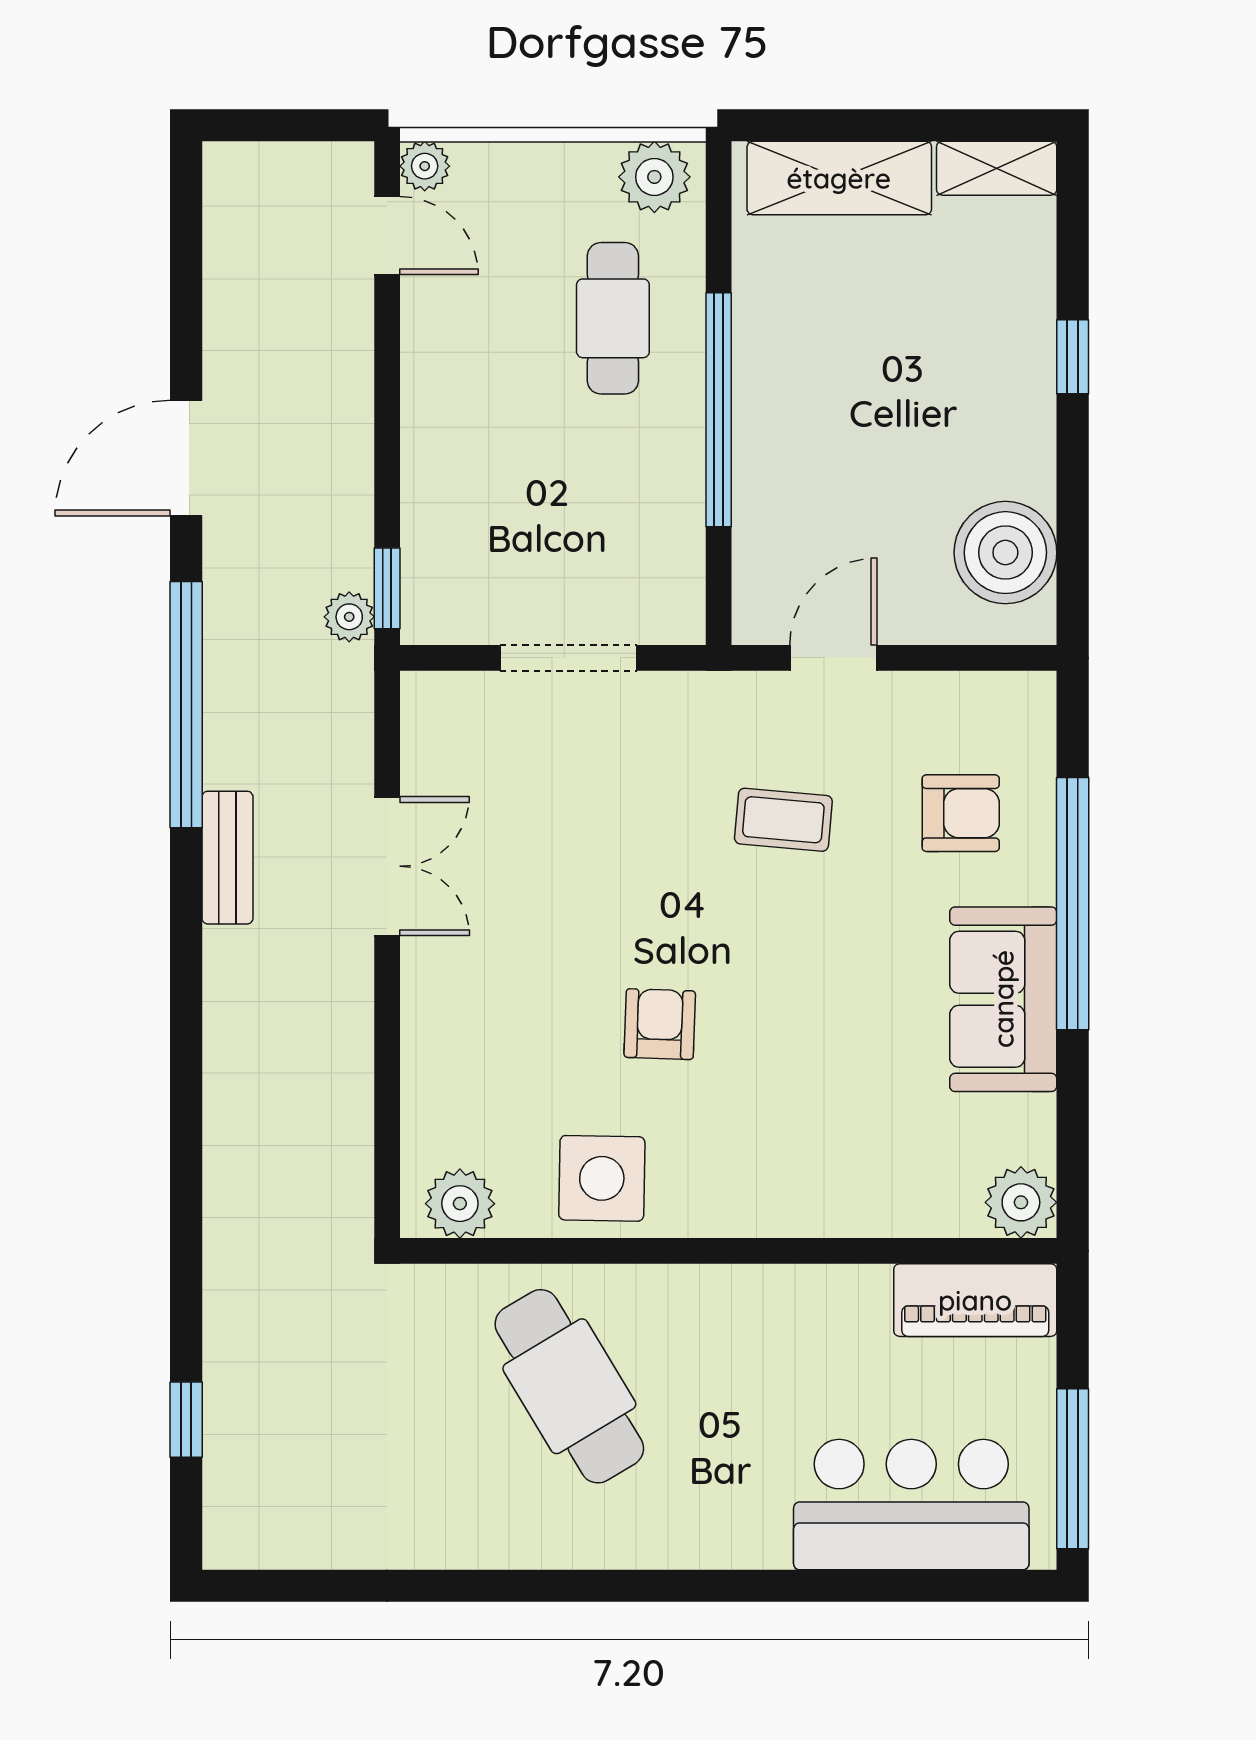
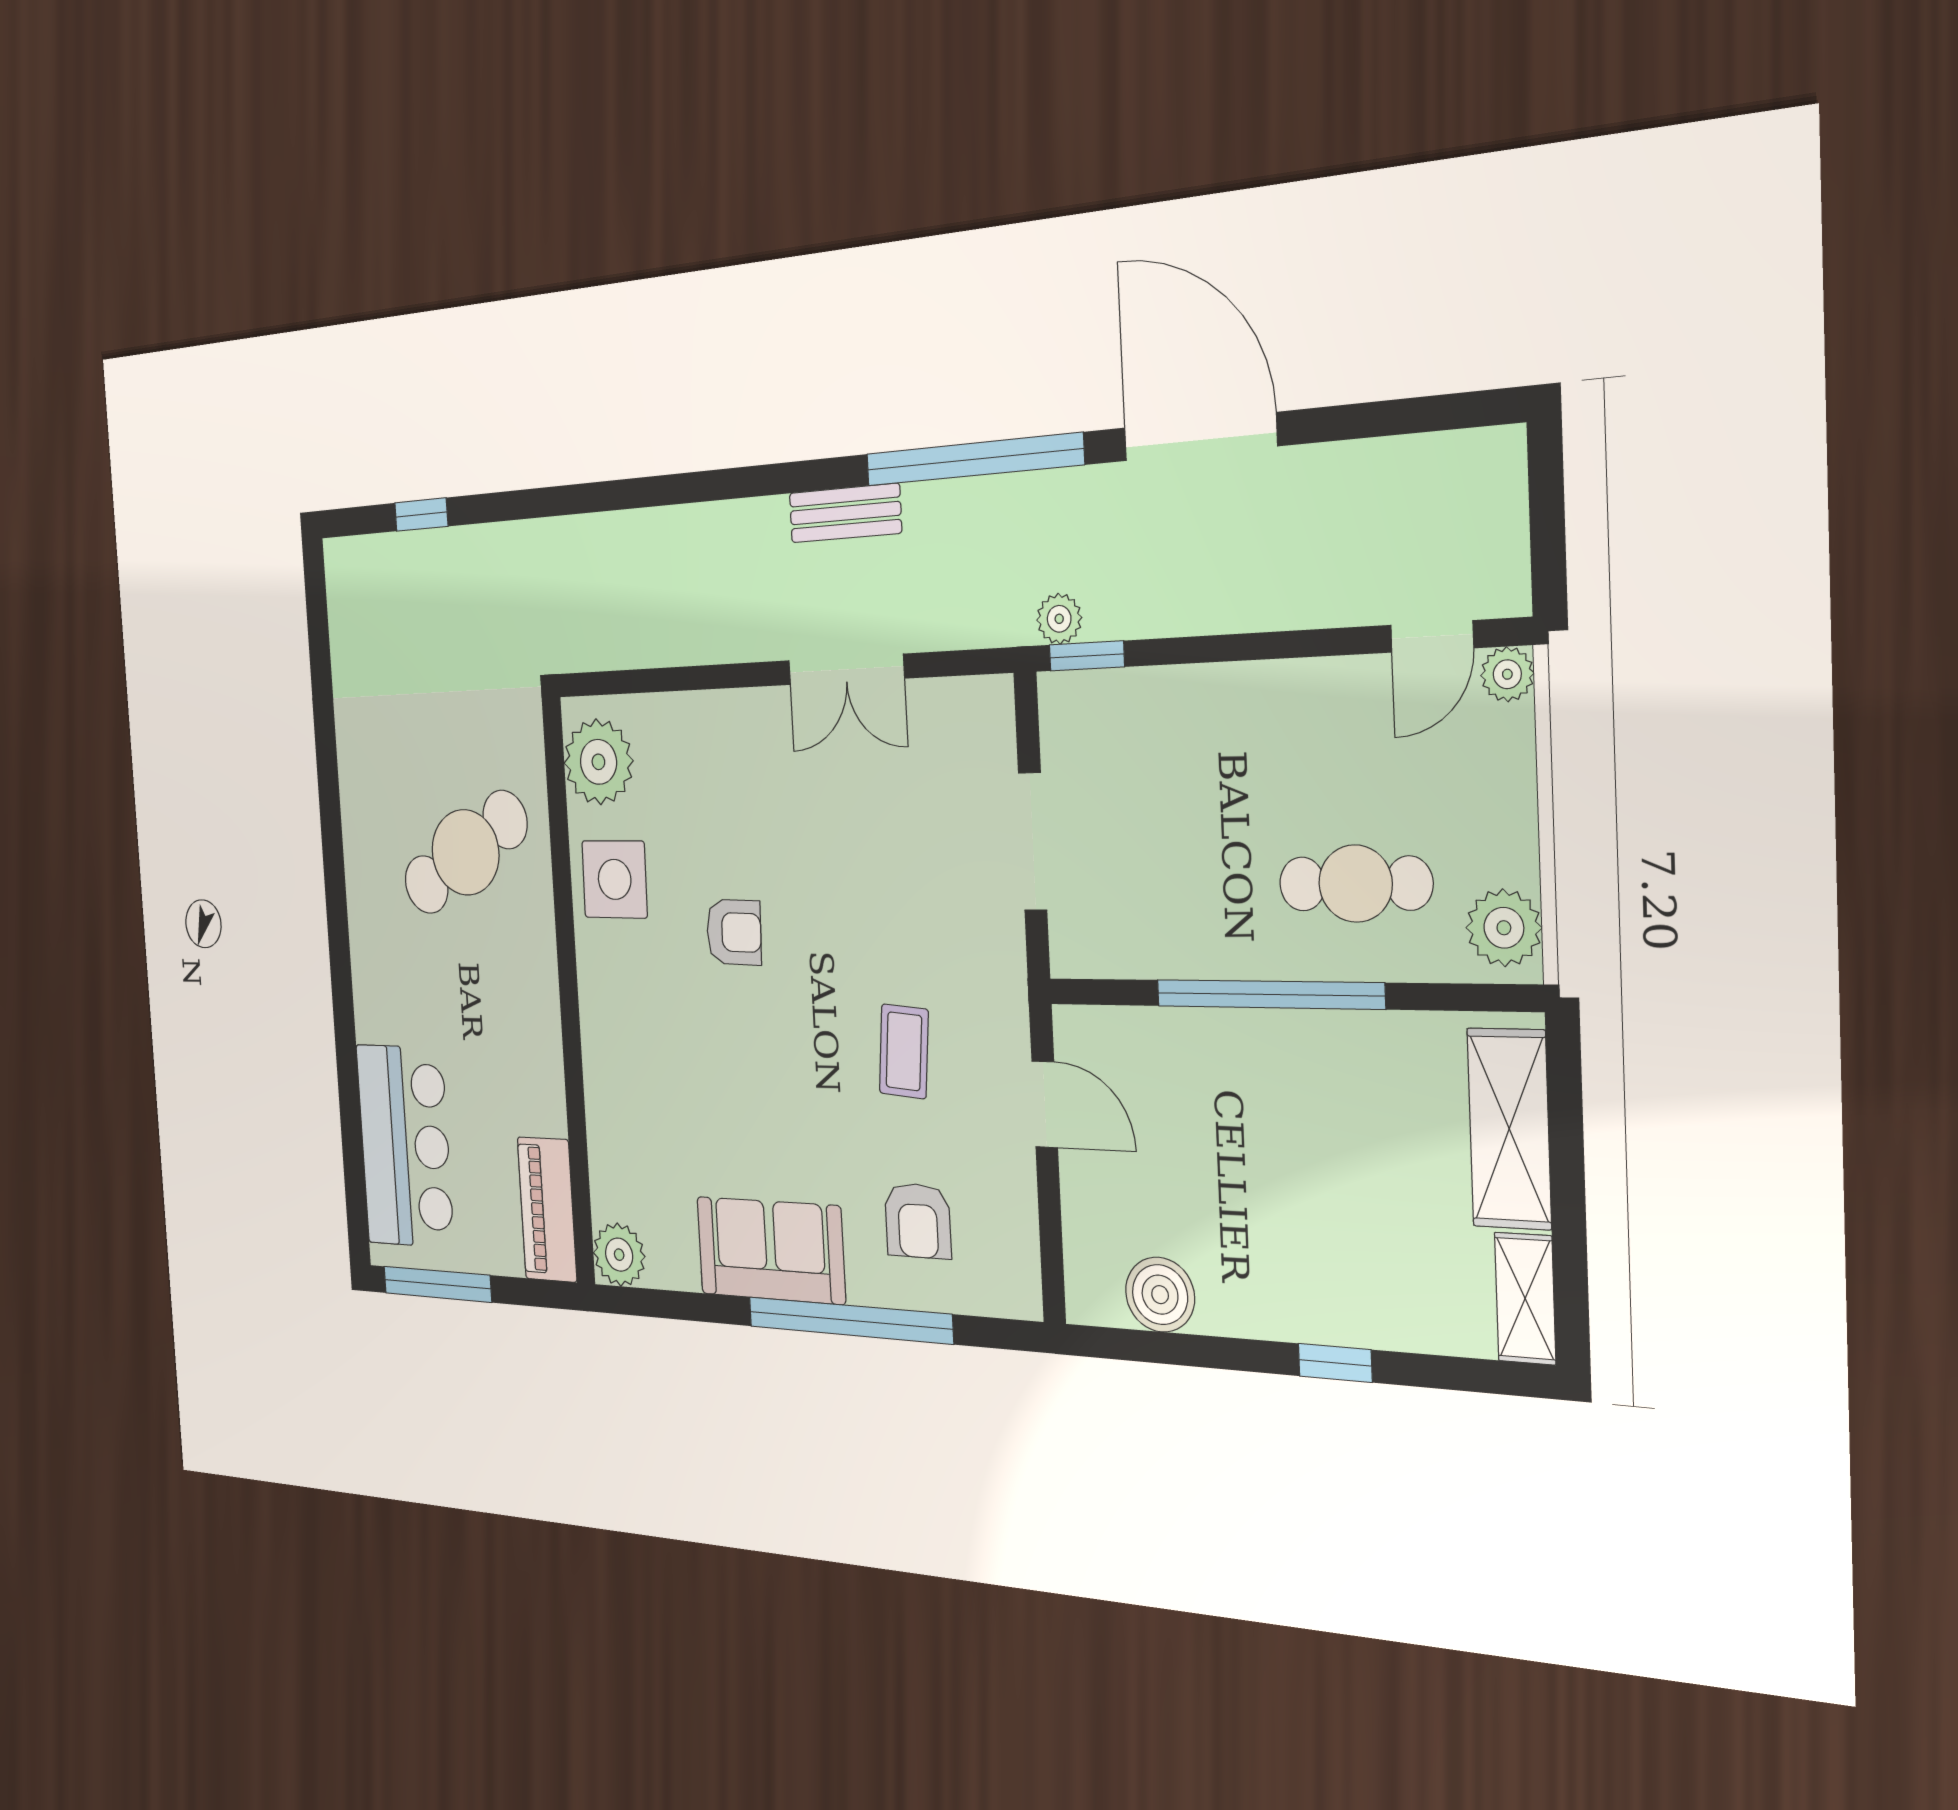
door: (186, 458) -> (1200, 437), width x1.36
boiler: (1005, 553) -> (1160, 1295), width x0.73, depth x0.73
plant: (460, 1204) -> (598, 762), width x1.36, depth x1.36

